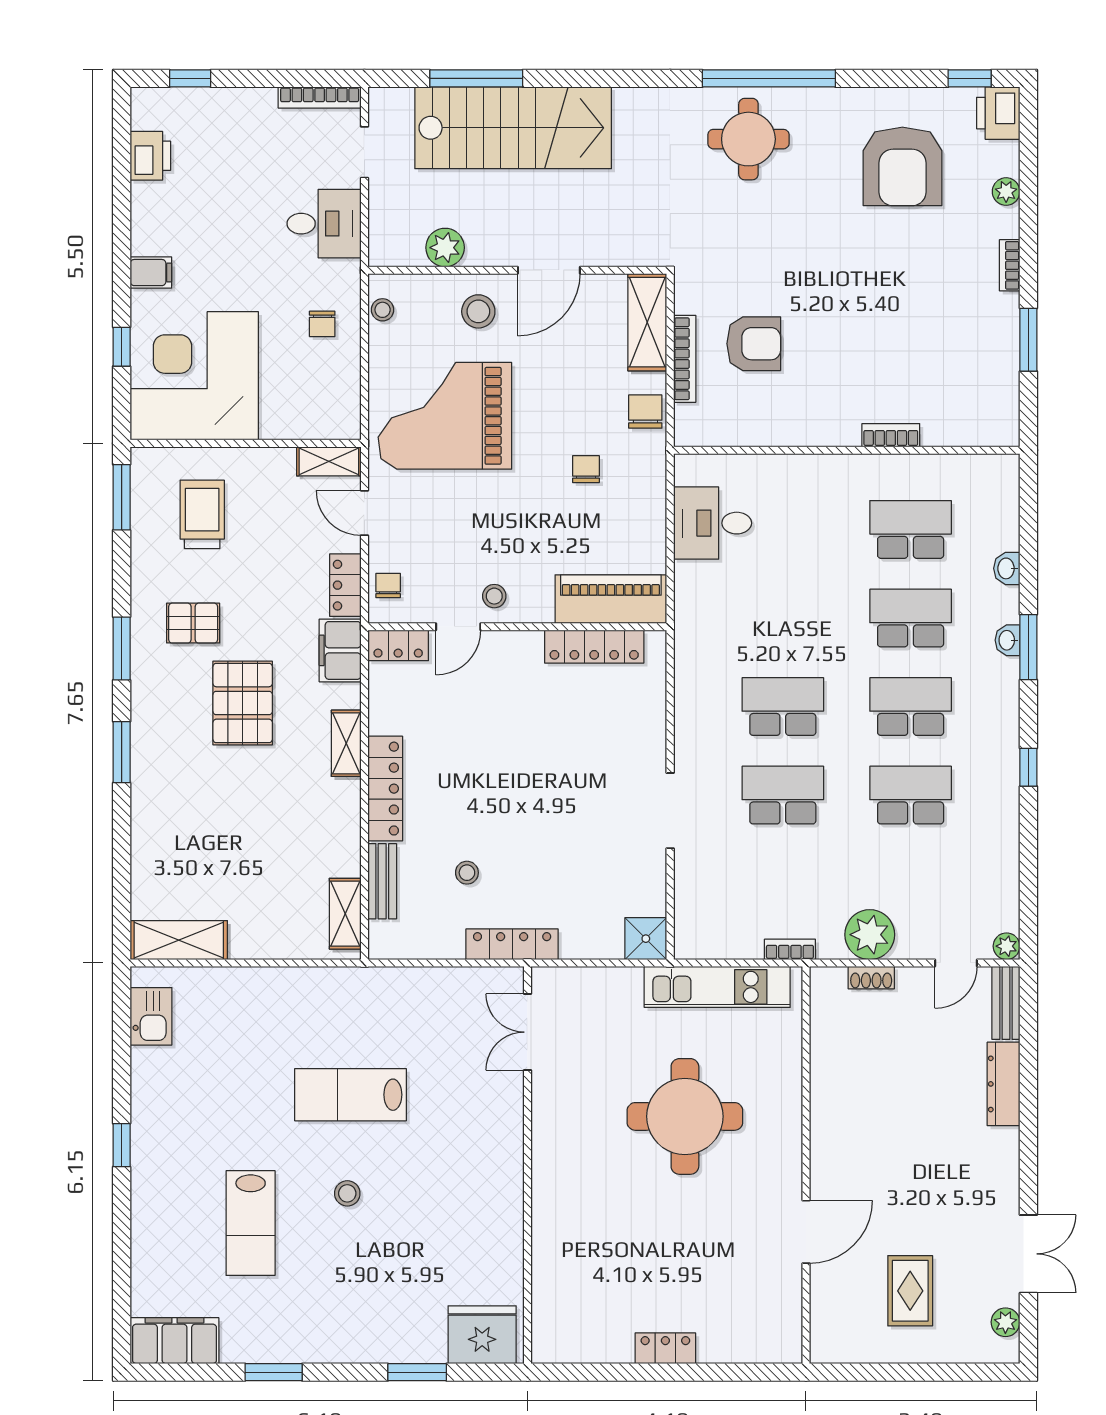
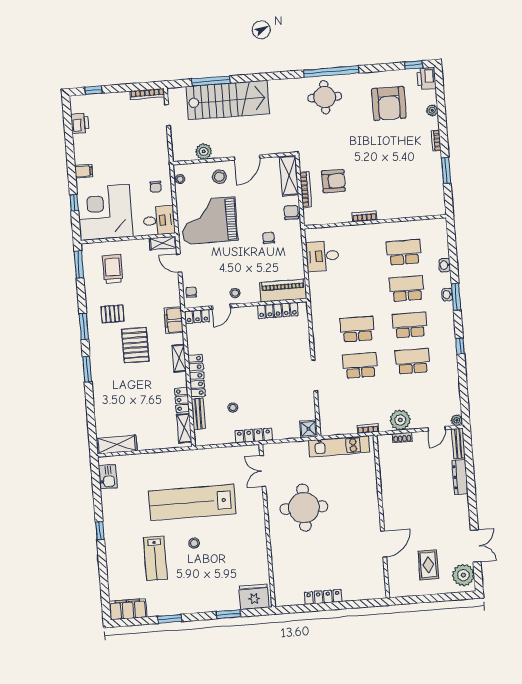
desk: (324, 224) -> (159, 220), moved
bookcase: (891, 435) -> (364, 216), moved
locker: (345, 585) -> (182, 400), moved
lab bench: (350, 1095) -> (192, 502), width x1.86, depth x1.39
round table: (685, 1116) -> (304, 508), moved
plant: (1005, 1322) -> (463, 575), width x1.88, depth x1.88
locker: (665, 1348) -> (323, 597), width x1.53

